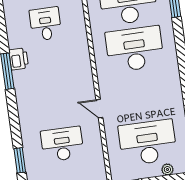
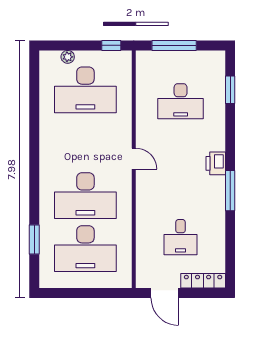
printer: (19, 59) -> (216, 163), moved
door: (99, 109) -> (134, 159), moved

